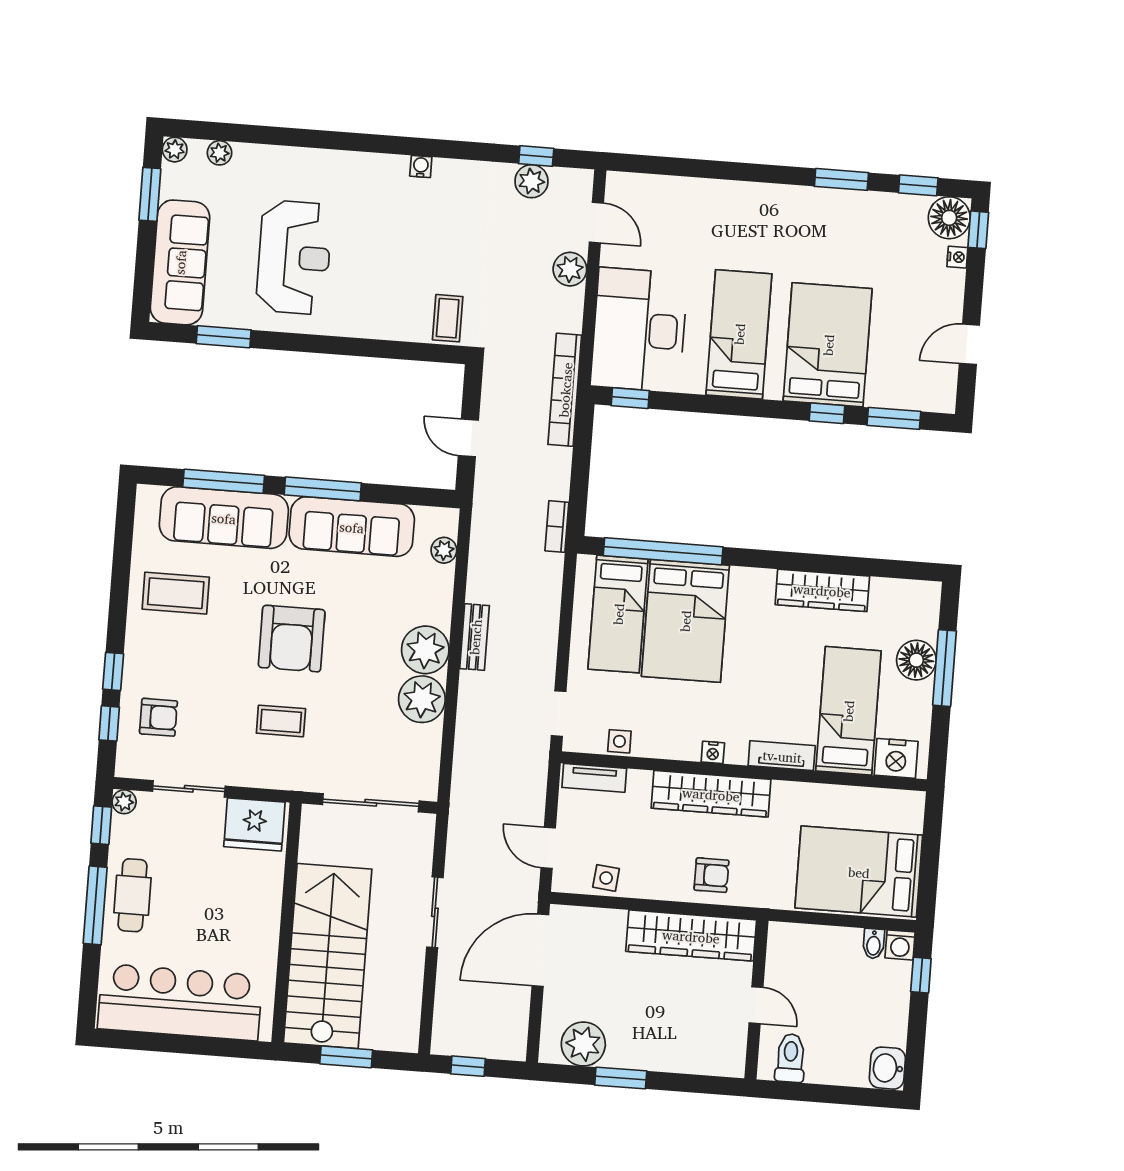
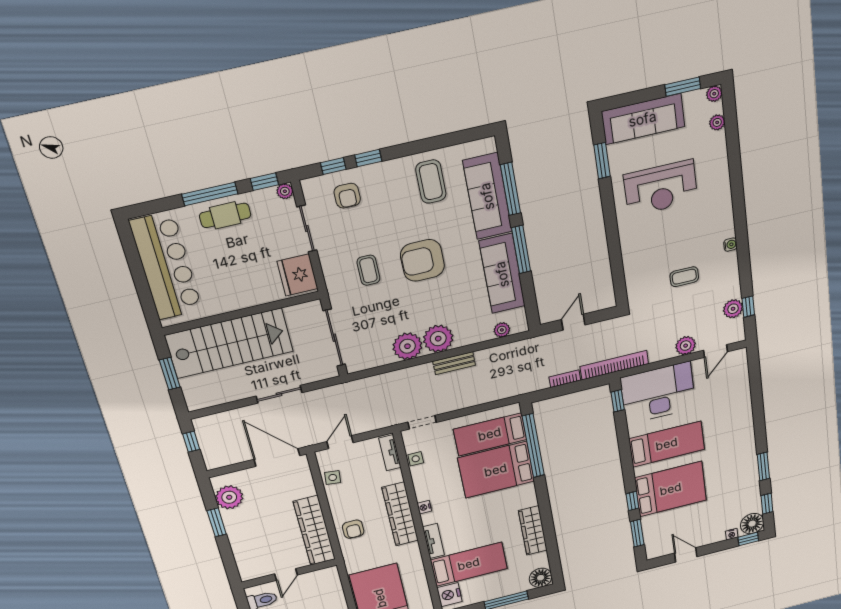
coffee table: (448, 318) -> (684, 277), moved
bookcase: (557, 527) -> (565, 379), moved
floor lamp: (916, 660) -> (541, 578), moved

